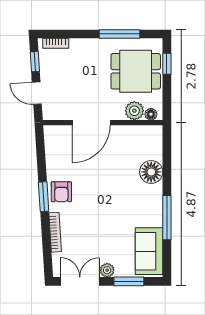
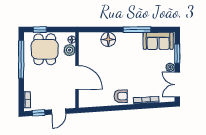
window: (119, 34) -> (21, 59), width x1.46
window: (44, 197) -> (124, 107), removed

